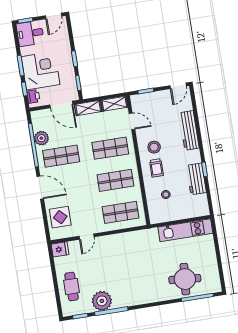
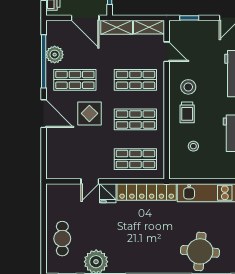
display table: (60, 217) -> (89, 113), moved
locker: (134, 238) -> (147, 192), added
fridge: (60, 249) -> (108, 193), moved, turned 90

